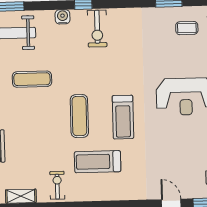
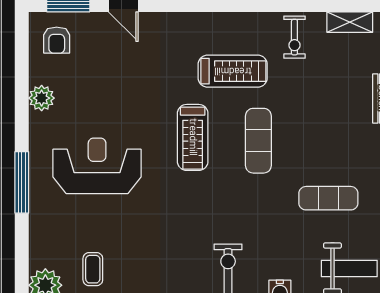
coffee table: (187, 28) -> (93, 269), turned 90
treadmill: (123, 117) -> (193, 137), turned 180

